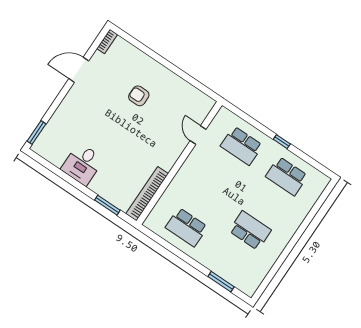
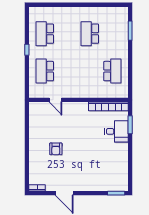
door: (198, 135) -> (55, 100), hinge flipped
school desk: (242, 146) -> (45, 71), turned 180
desk: (82, 164) -> (116, 131), moved
school desk: (287, 176) -> (45, 34), turned 180

